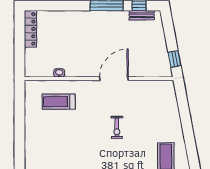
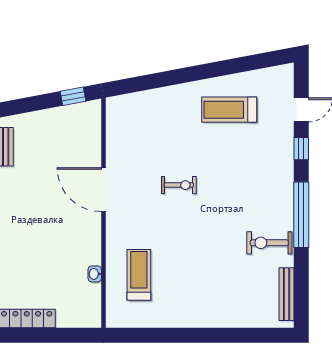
treadmill: (59, 102) -> (139, 275), turned 180

